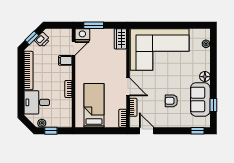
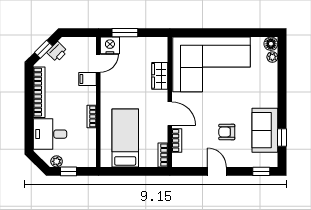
wardrobe: (120, 39) -> (160, 76), moved
floor lamp: (205, 77) -> (271, 44), moved
door: (147, 131) -> (217, 171), moved

